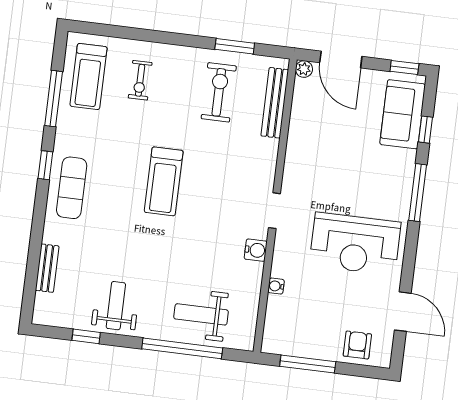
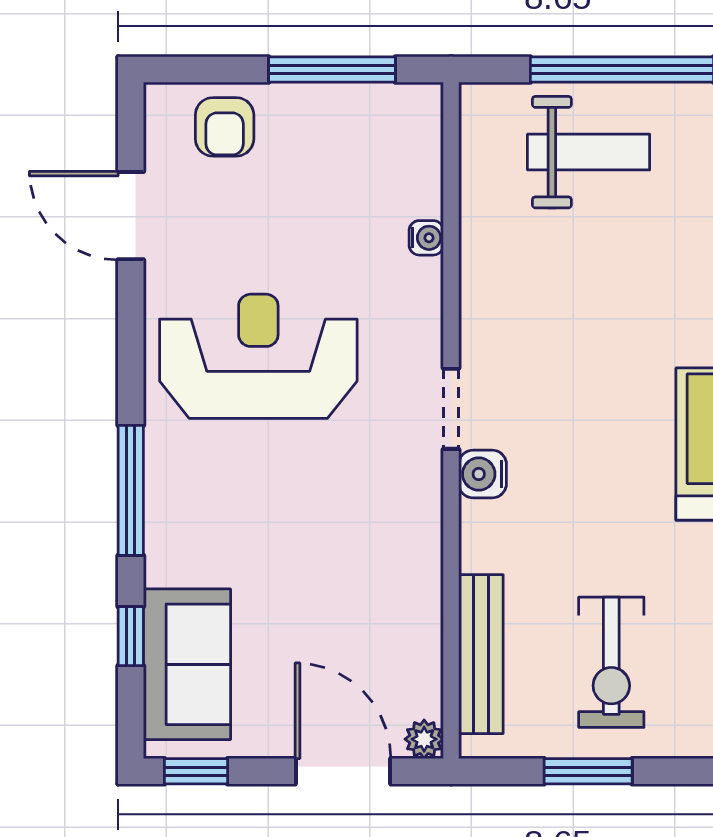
water cooler: (256, 250) -> (483, 474), moved

